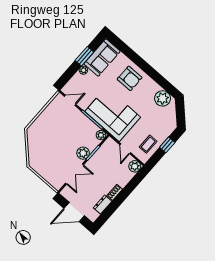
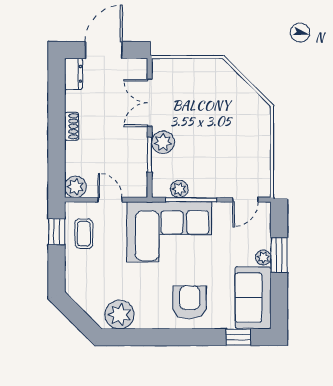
window: (122, 47) -> (238, 337), added
window: (84, 56) -> (279, 255), moved
armchair: (130, 78) -> (190, 302), turned 90
plant: (101, 135) -> (179, 189), moved
window: (167, 145) -> (57, 232), moved
dresser: (102, 205) -> (74, 74), moved

